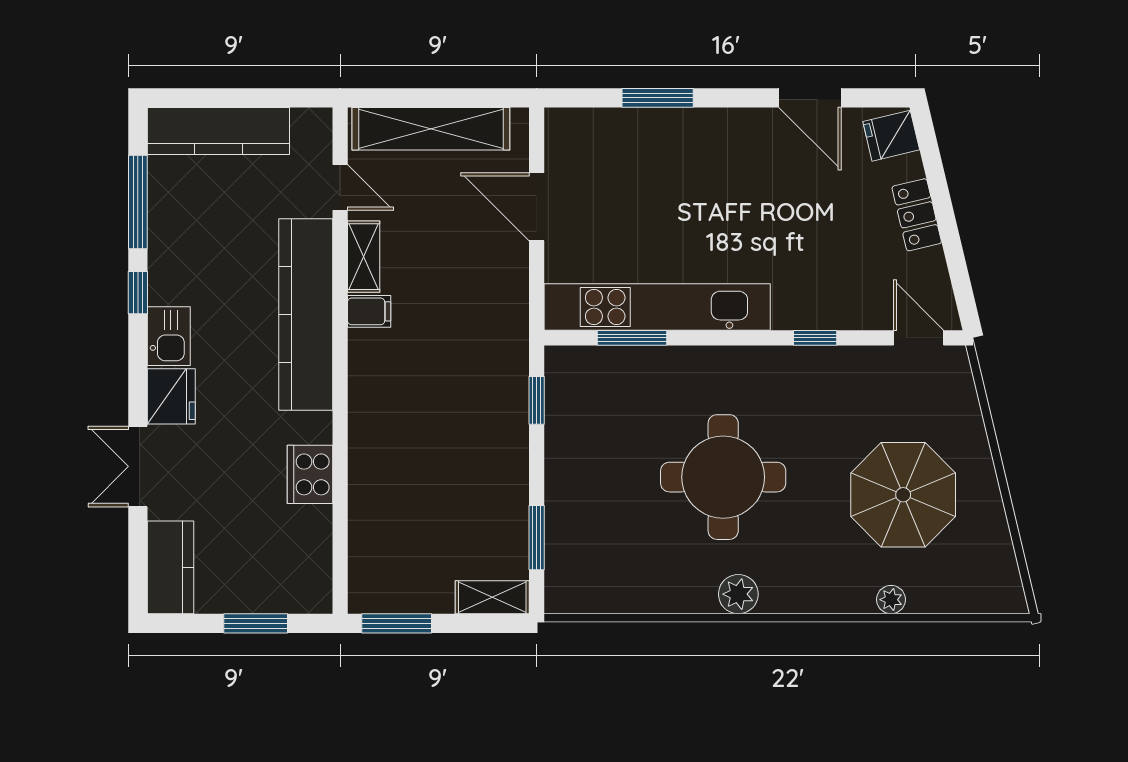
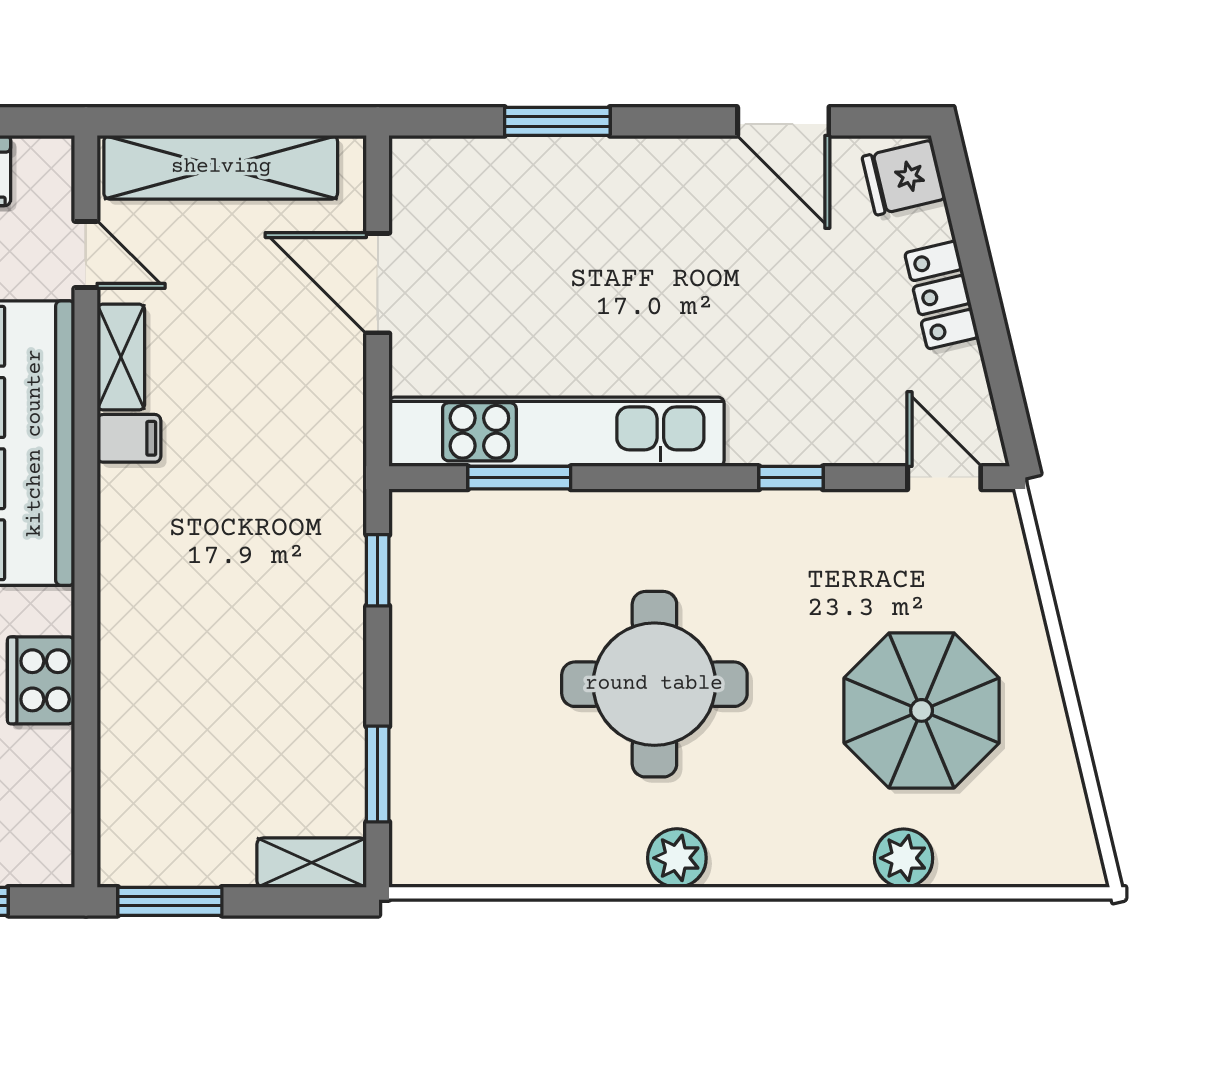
plant: (891, 600) -> (904, 858), width x1.38, depth x1.38

